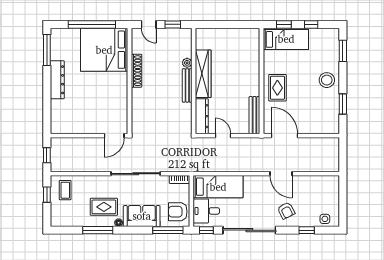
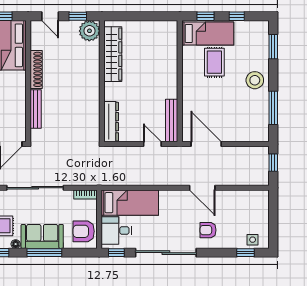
plant: (187, 63) -> (89, 31), moved, width x1.88, depth x1.88
wardrobe: (203, 74) -> (113, 54), moved
bench: (187, 85) -> (36, 109), moved
rug: (277, 88) -> (214, 62), moved
window: (343, 104) -> (273, 108), width x1.44
door: (223, 136) -> (152, 144), moved
window: (343, 152) -> (273, 163), added
armchair: (286, 211) -> (208, 230), turned 117
window: (168, 230) -> (44, 253), moved
window: (307, 230) -> (245, 253), moved

